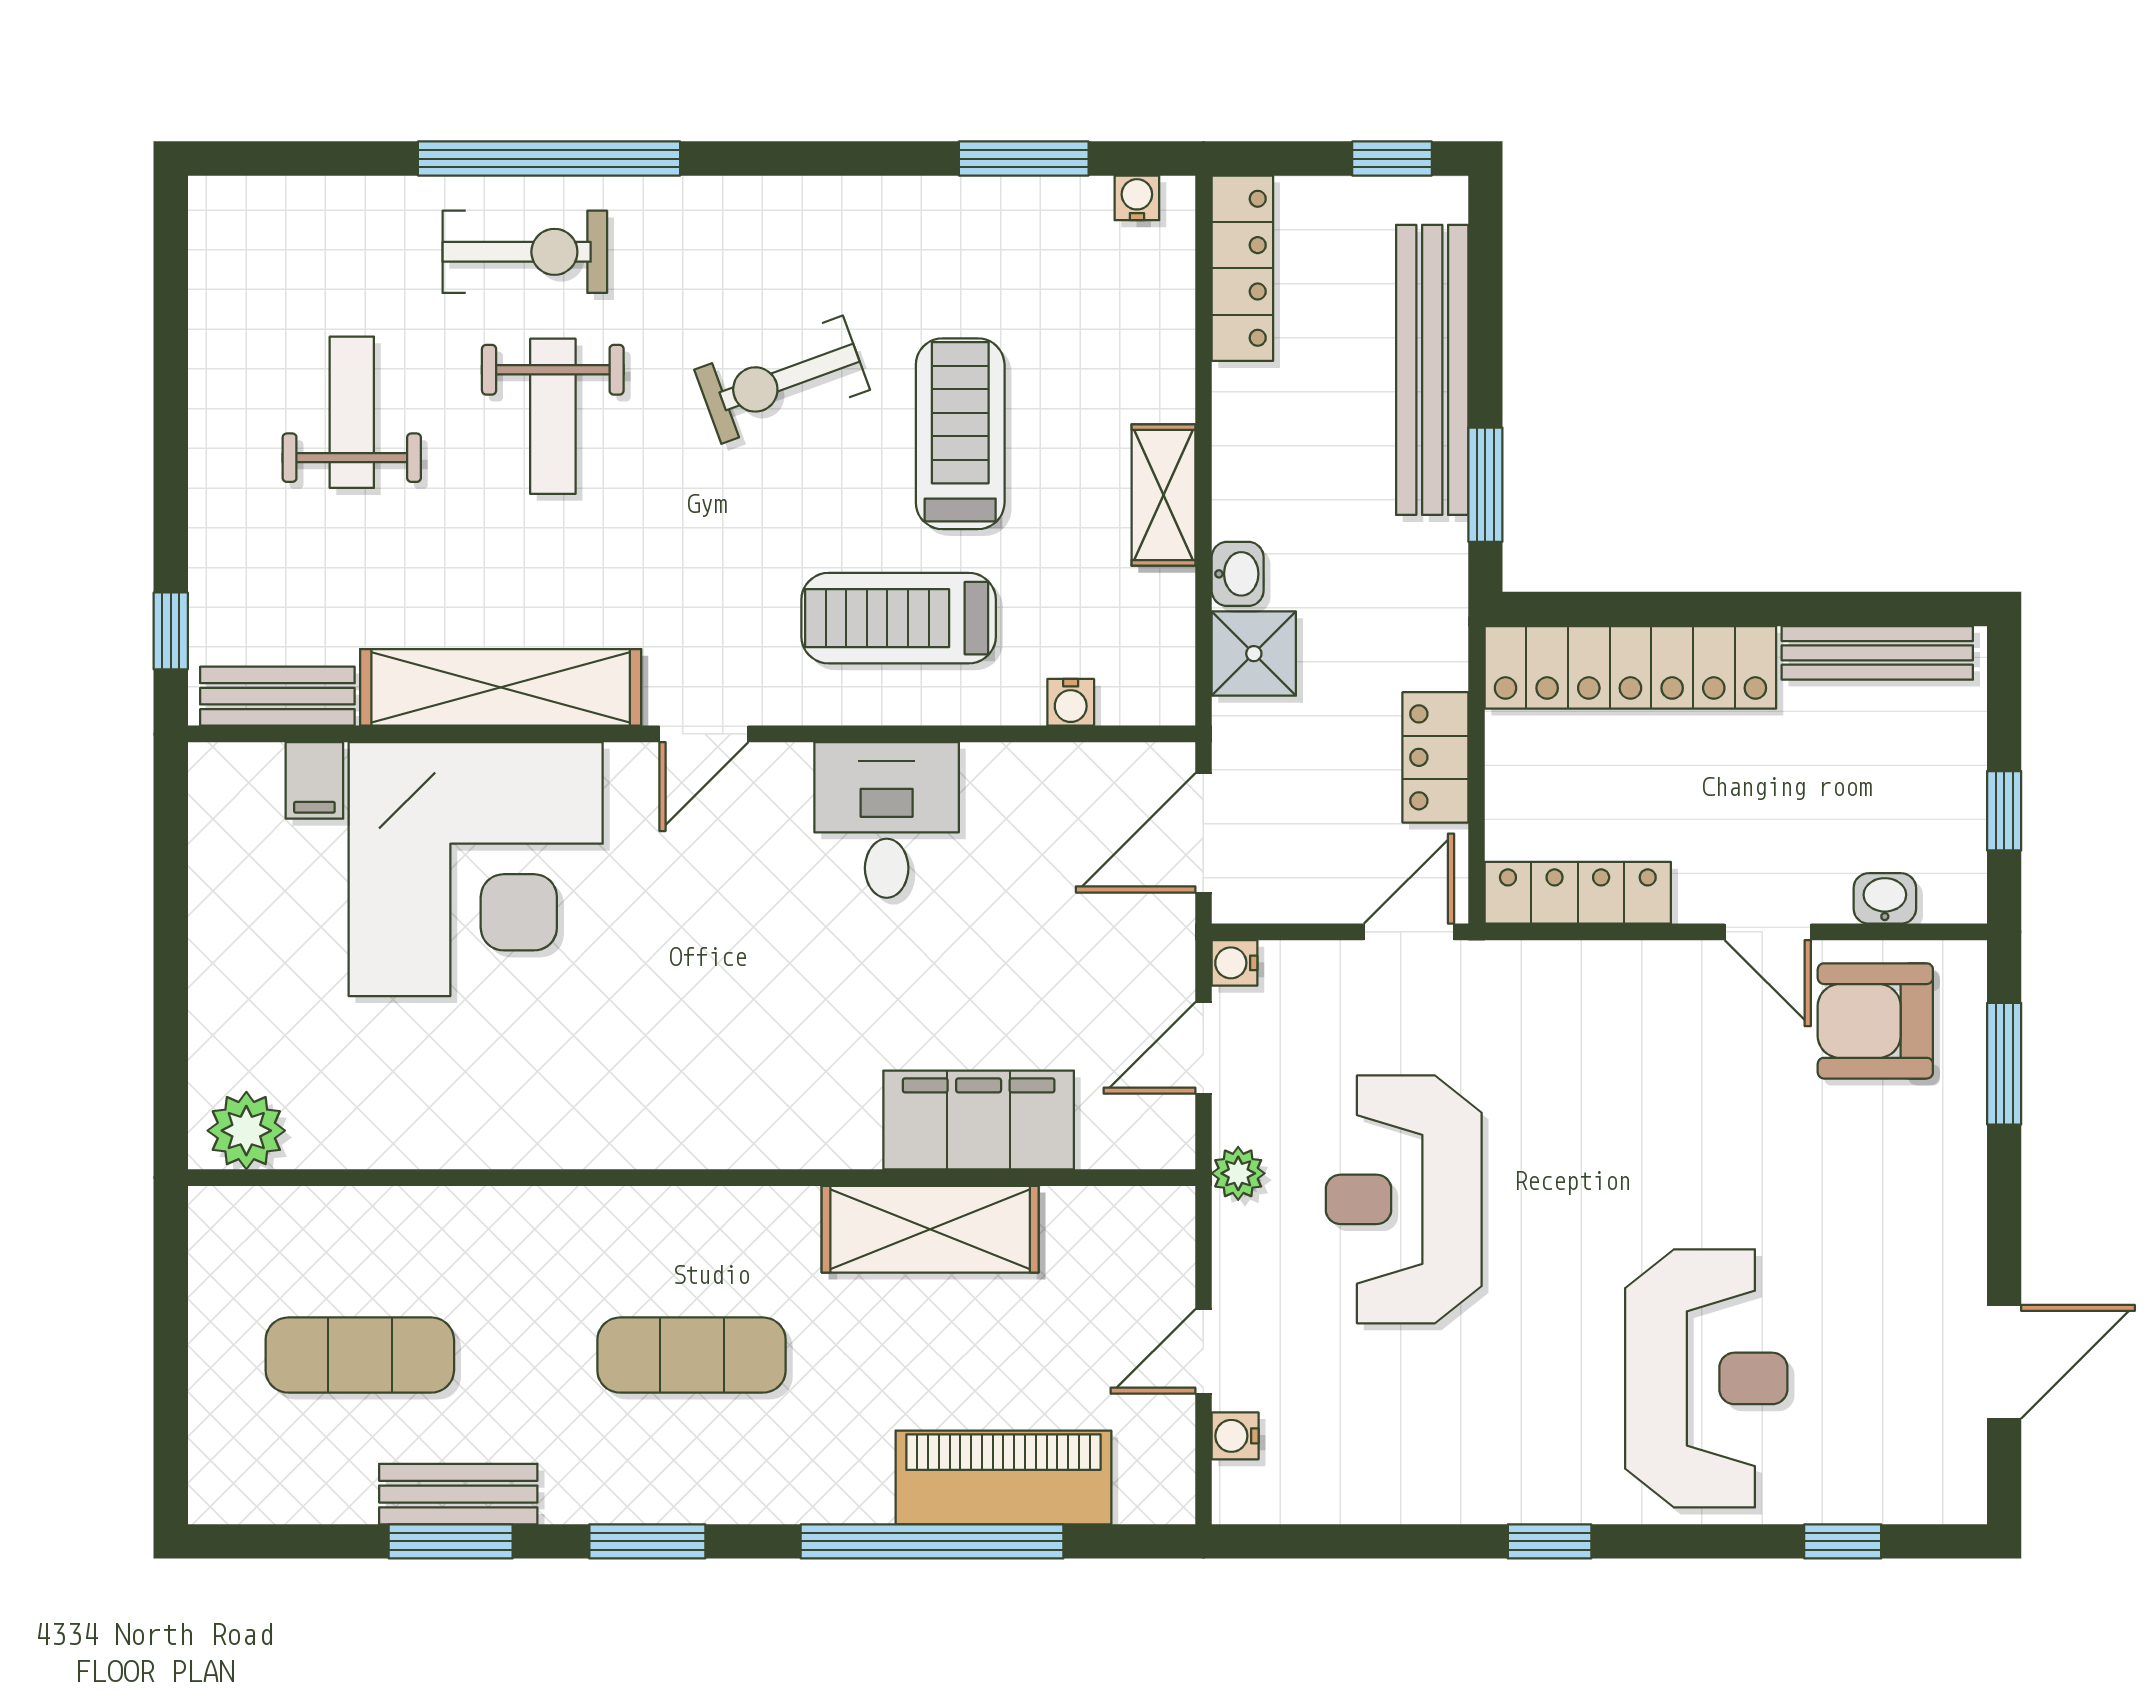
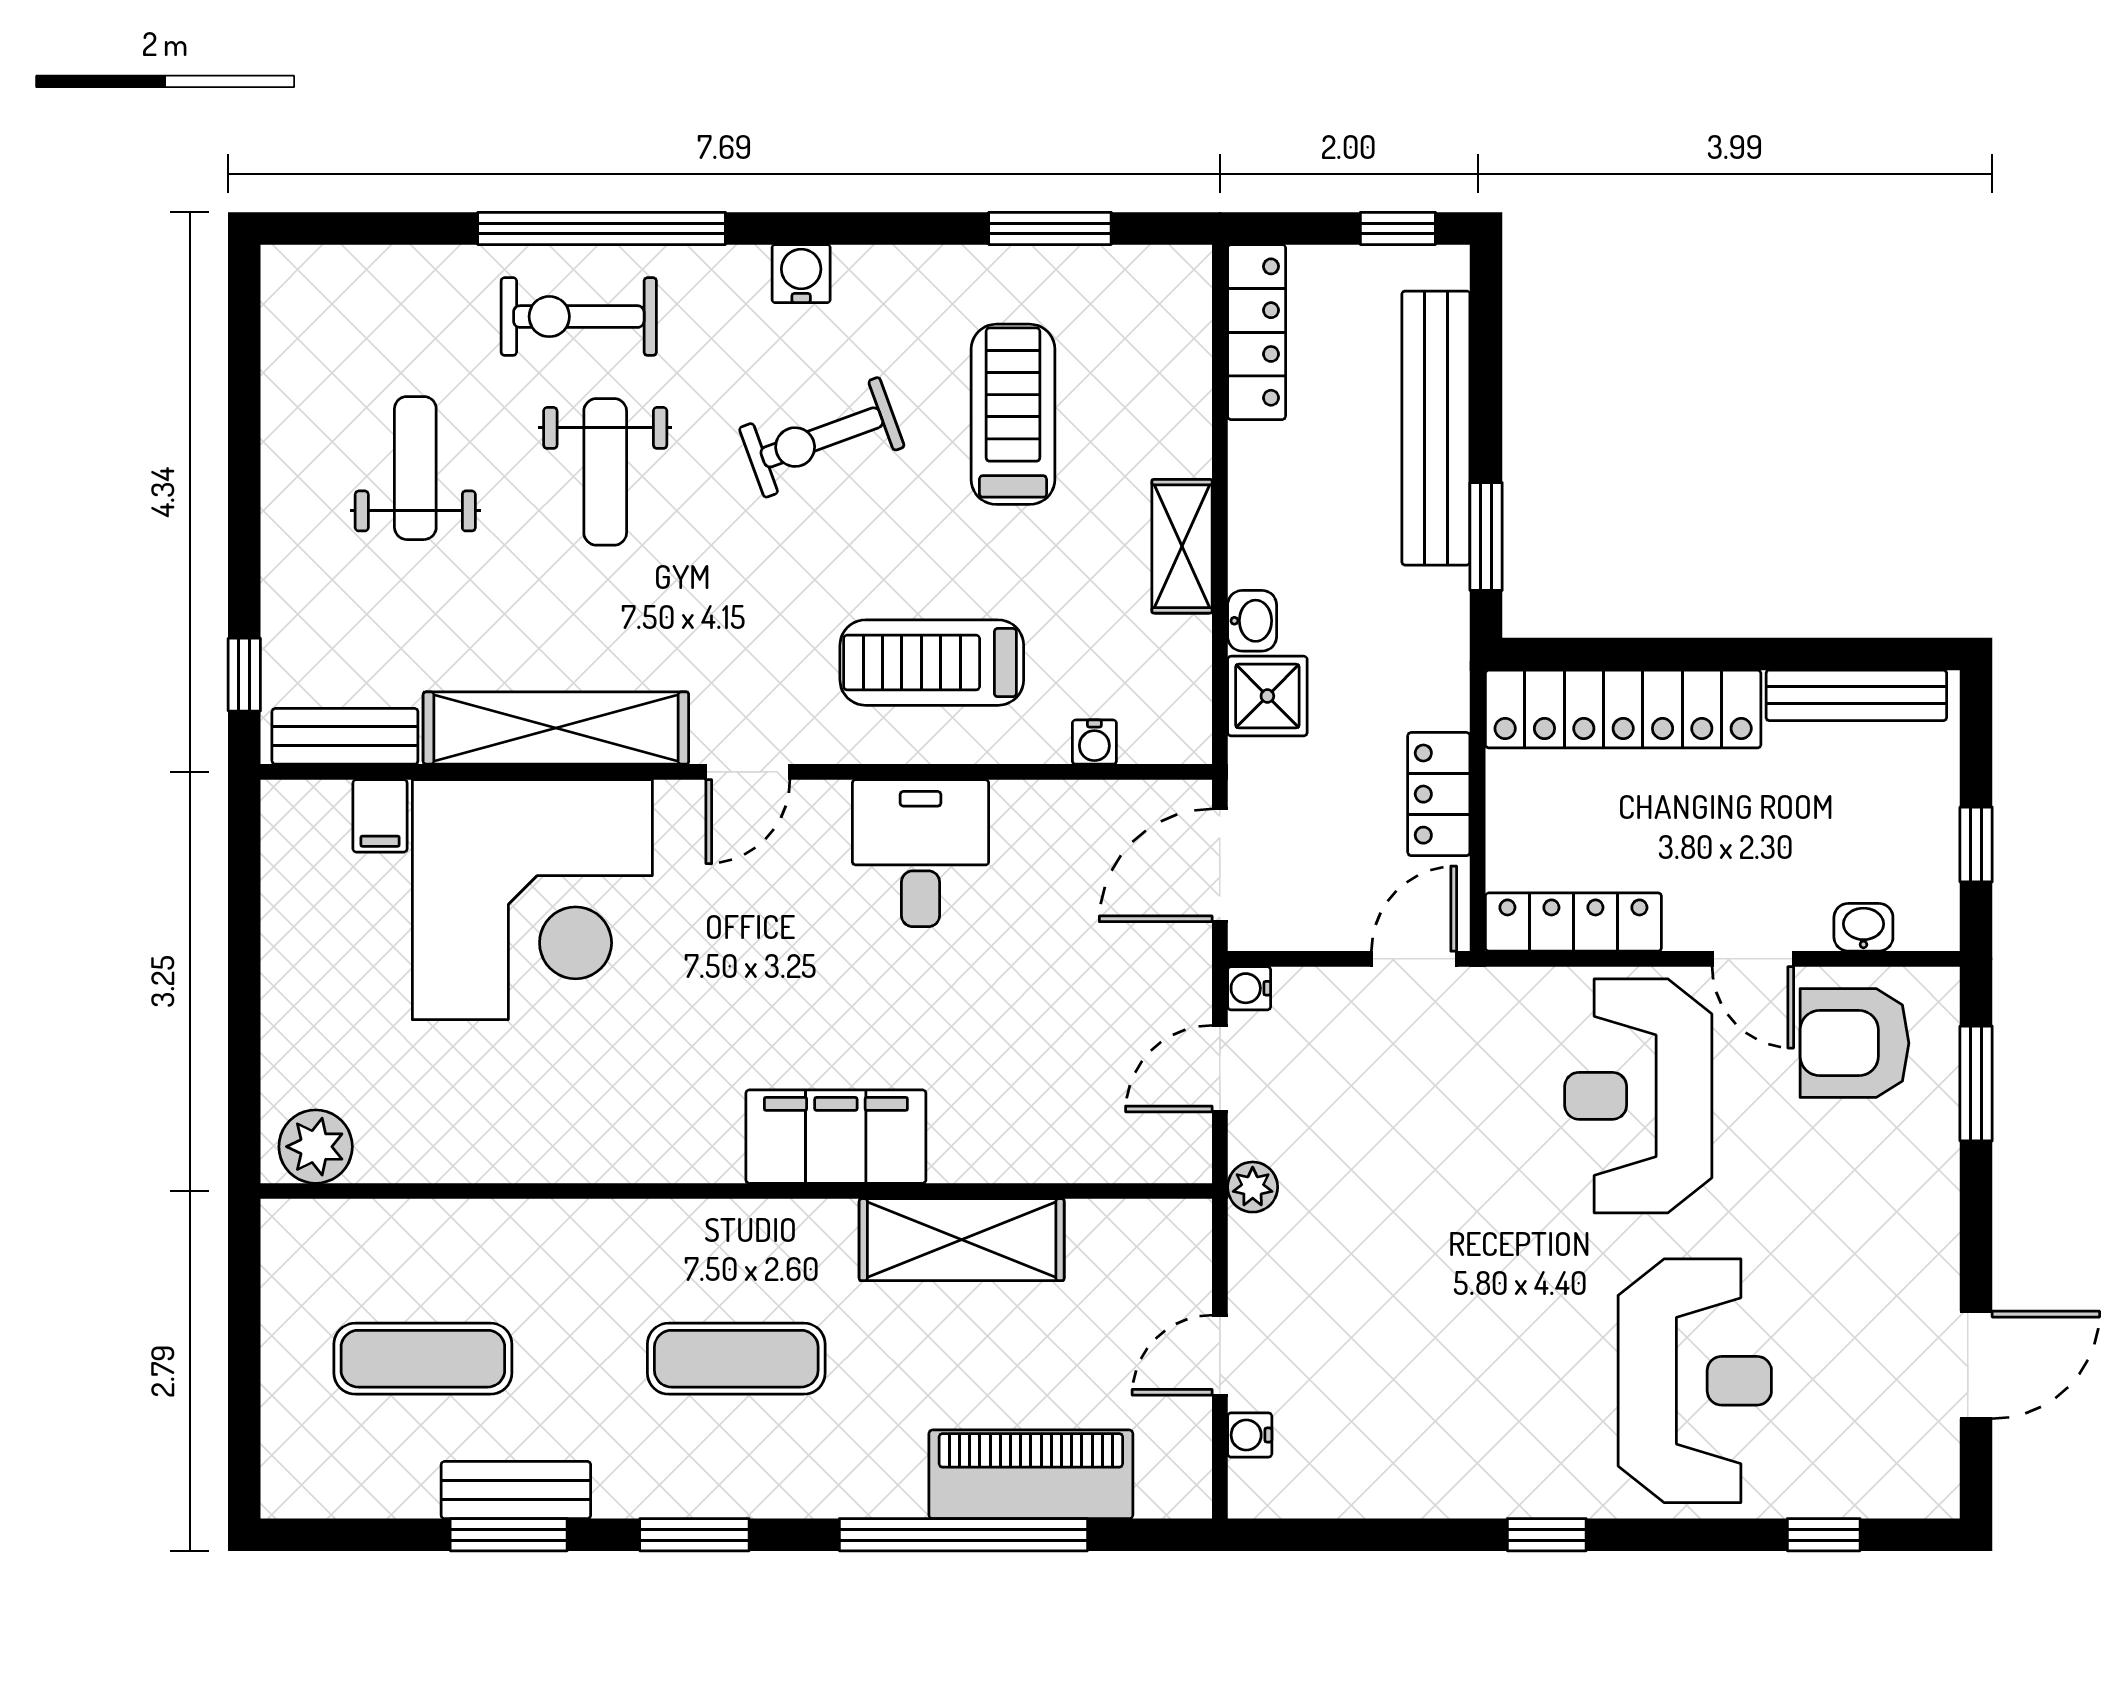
water cooler: (1137, 198) -> (801, 274), moved, width x1.38, depth x1.38
exercise bike: (525, 252) -> (579, 317), turned 180
treadmill: (960, 434) -> (1013, 414), moved
filing cabinet: (979, 1120) -> (836, 1137), moved
reception desk: (1404, 1199) -> (1638, 1096), moved

